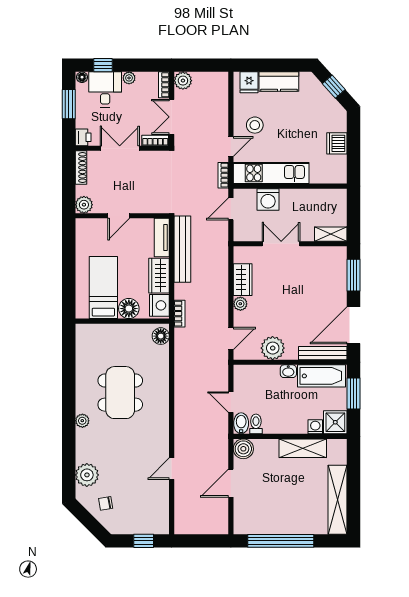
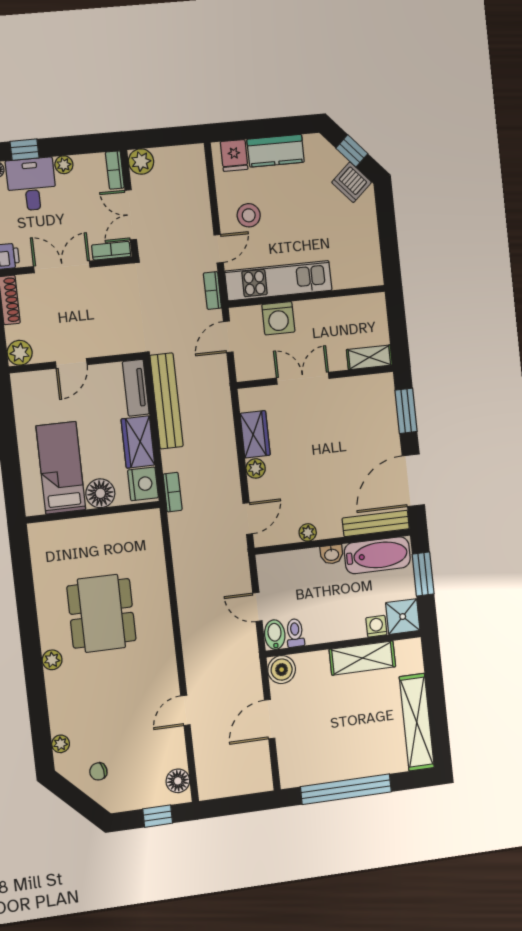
dishwasher: (337, 143) -> (352, 182), moved, turned -42
floor lamp: (161, 336) -> (178, 781), moved
plant: (273, 348) -> (308, 532), width x0.53, depth x0.53
plant: (87, 475) -> (61, 744), width x0.53, depth x0.53

